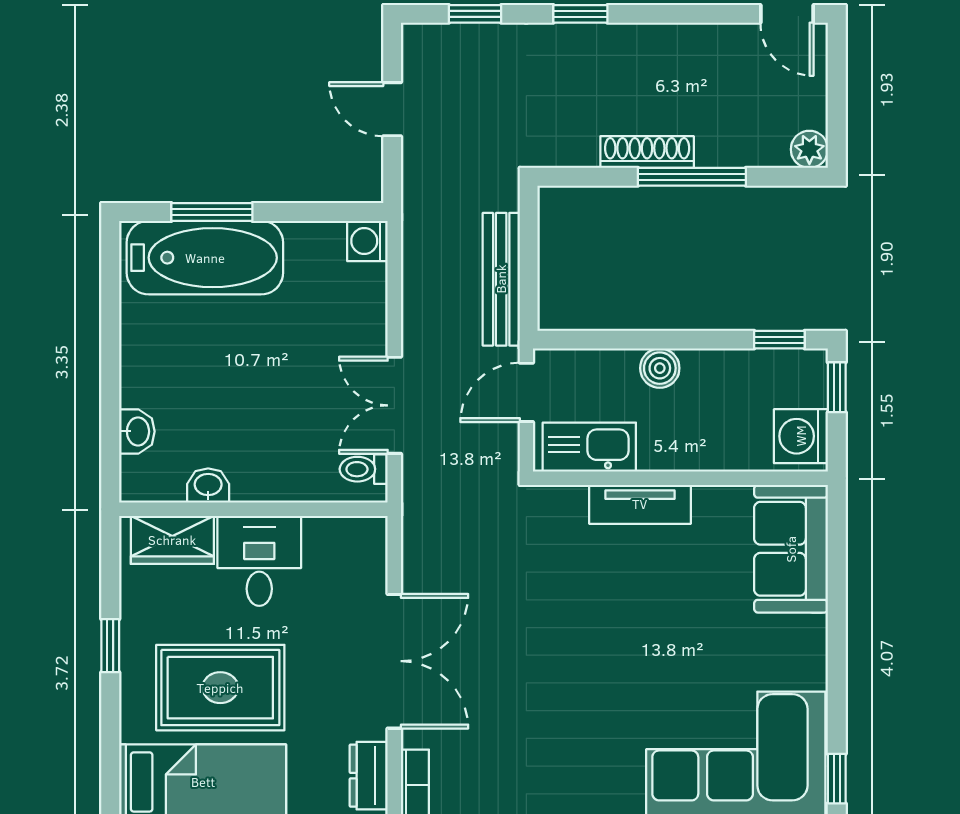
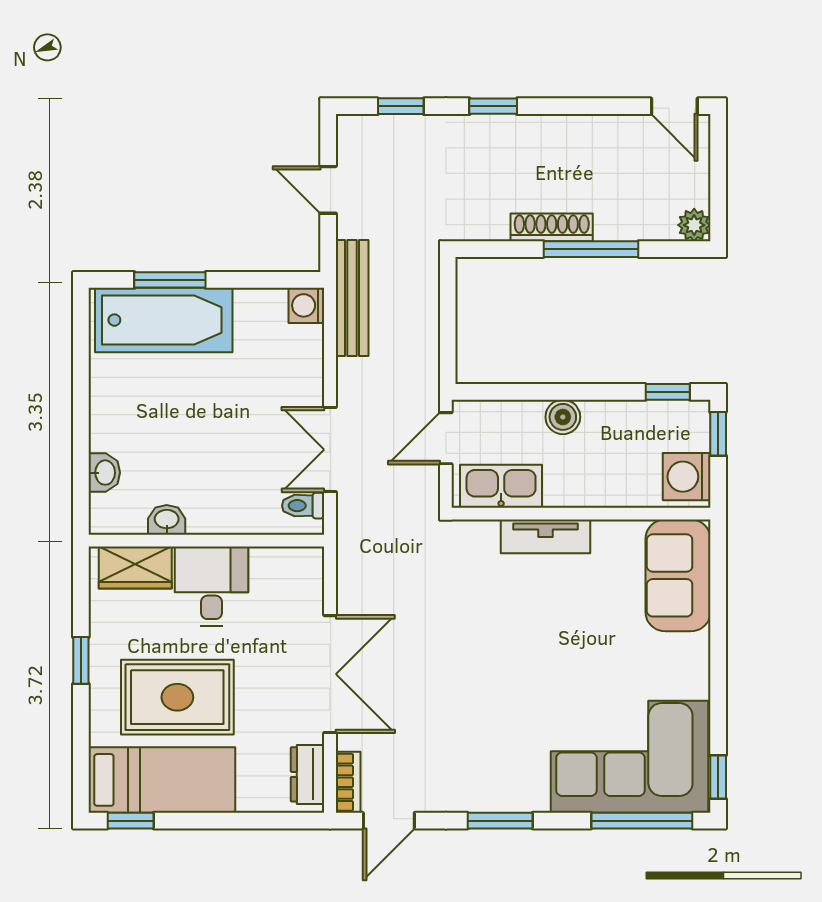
bench: (501, 279) -> (352, 298), moved

